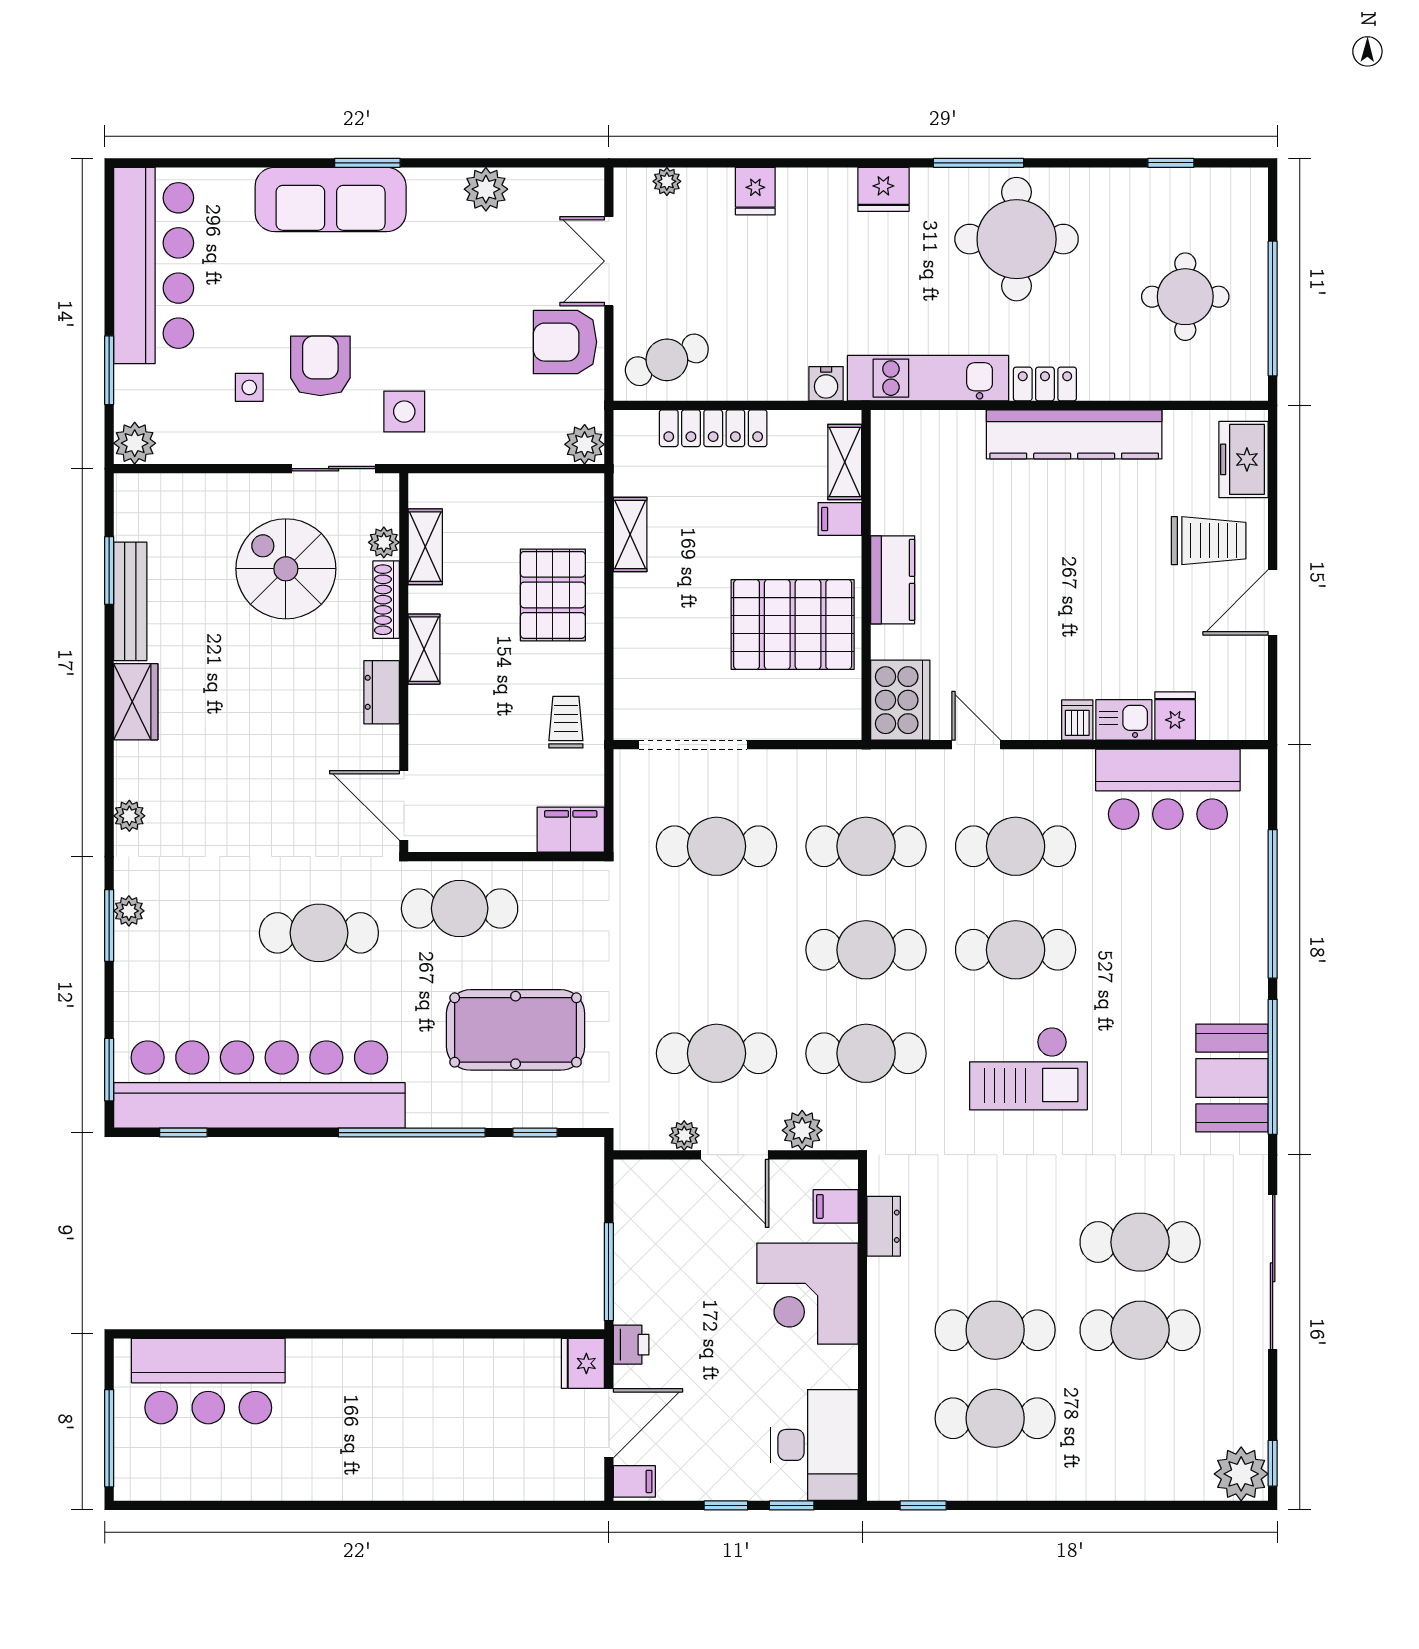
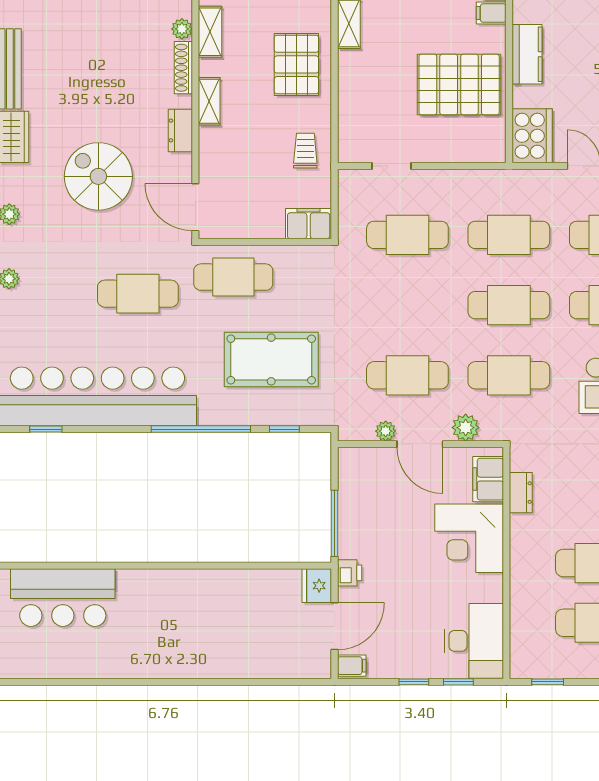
spiral stairs: (286, 569) -> (98, 176), moved
doorway: (693, 745) -> (392, 166), width x0.53
filing cabinet: (836, 1206) -> (488, 479), width x2.00

